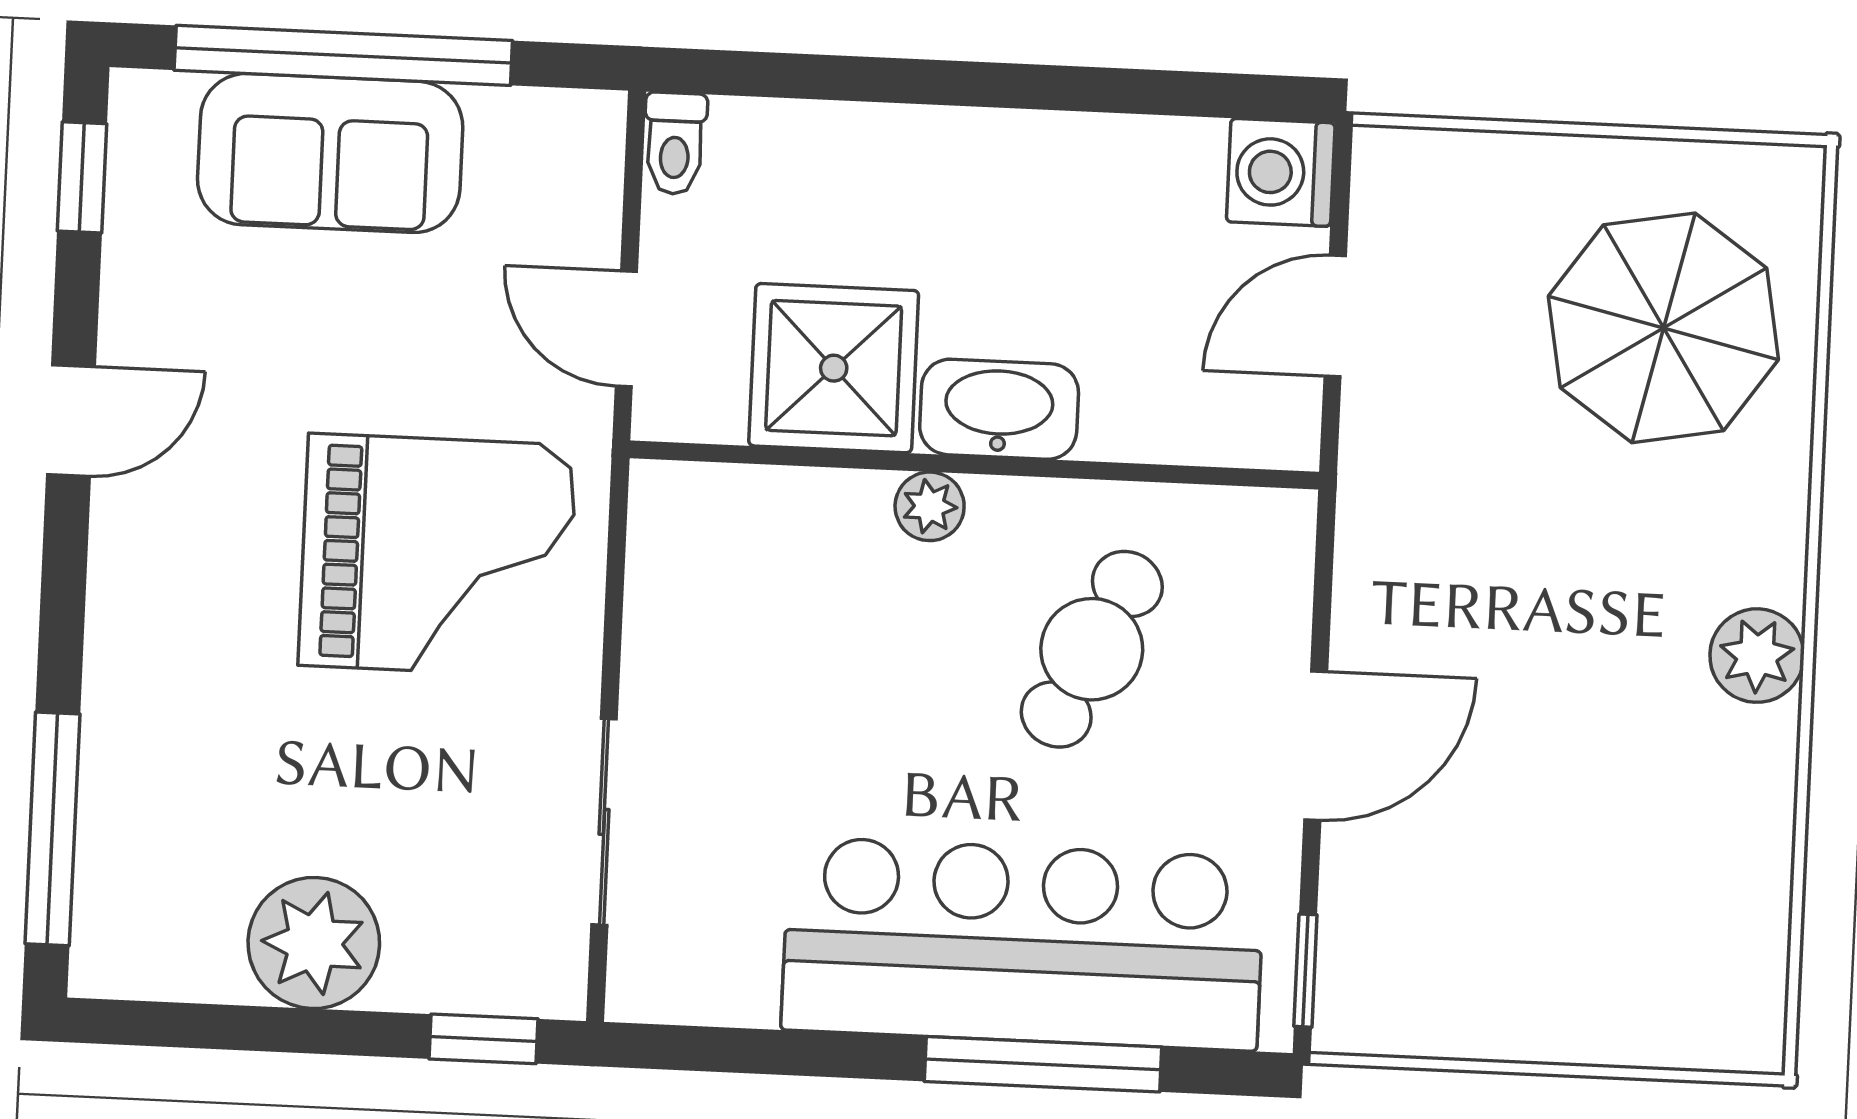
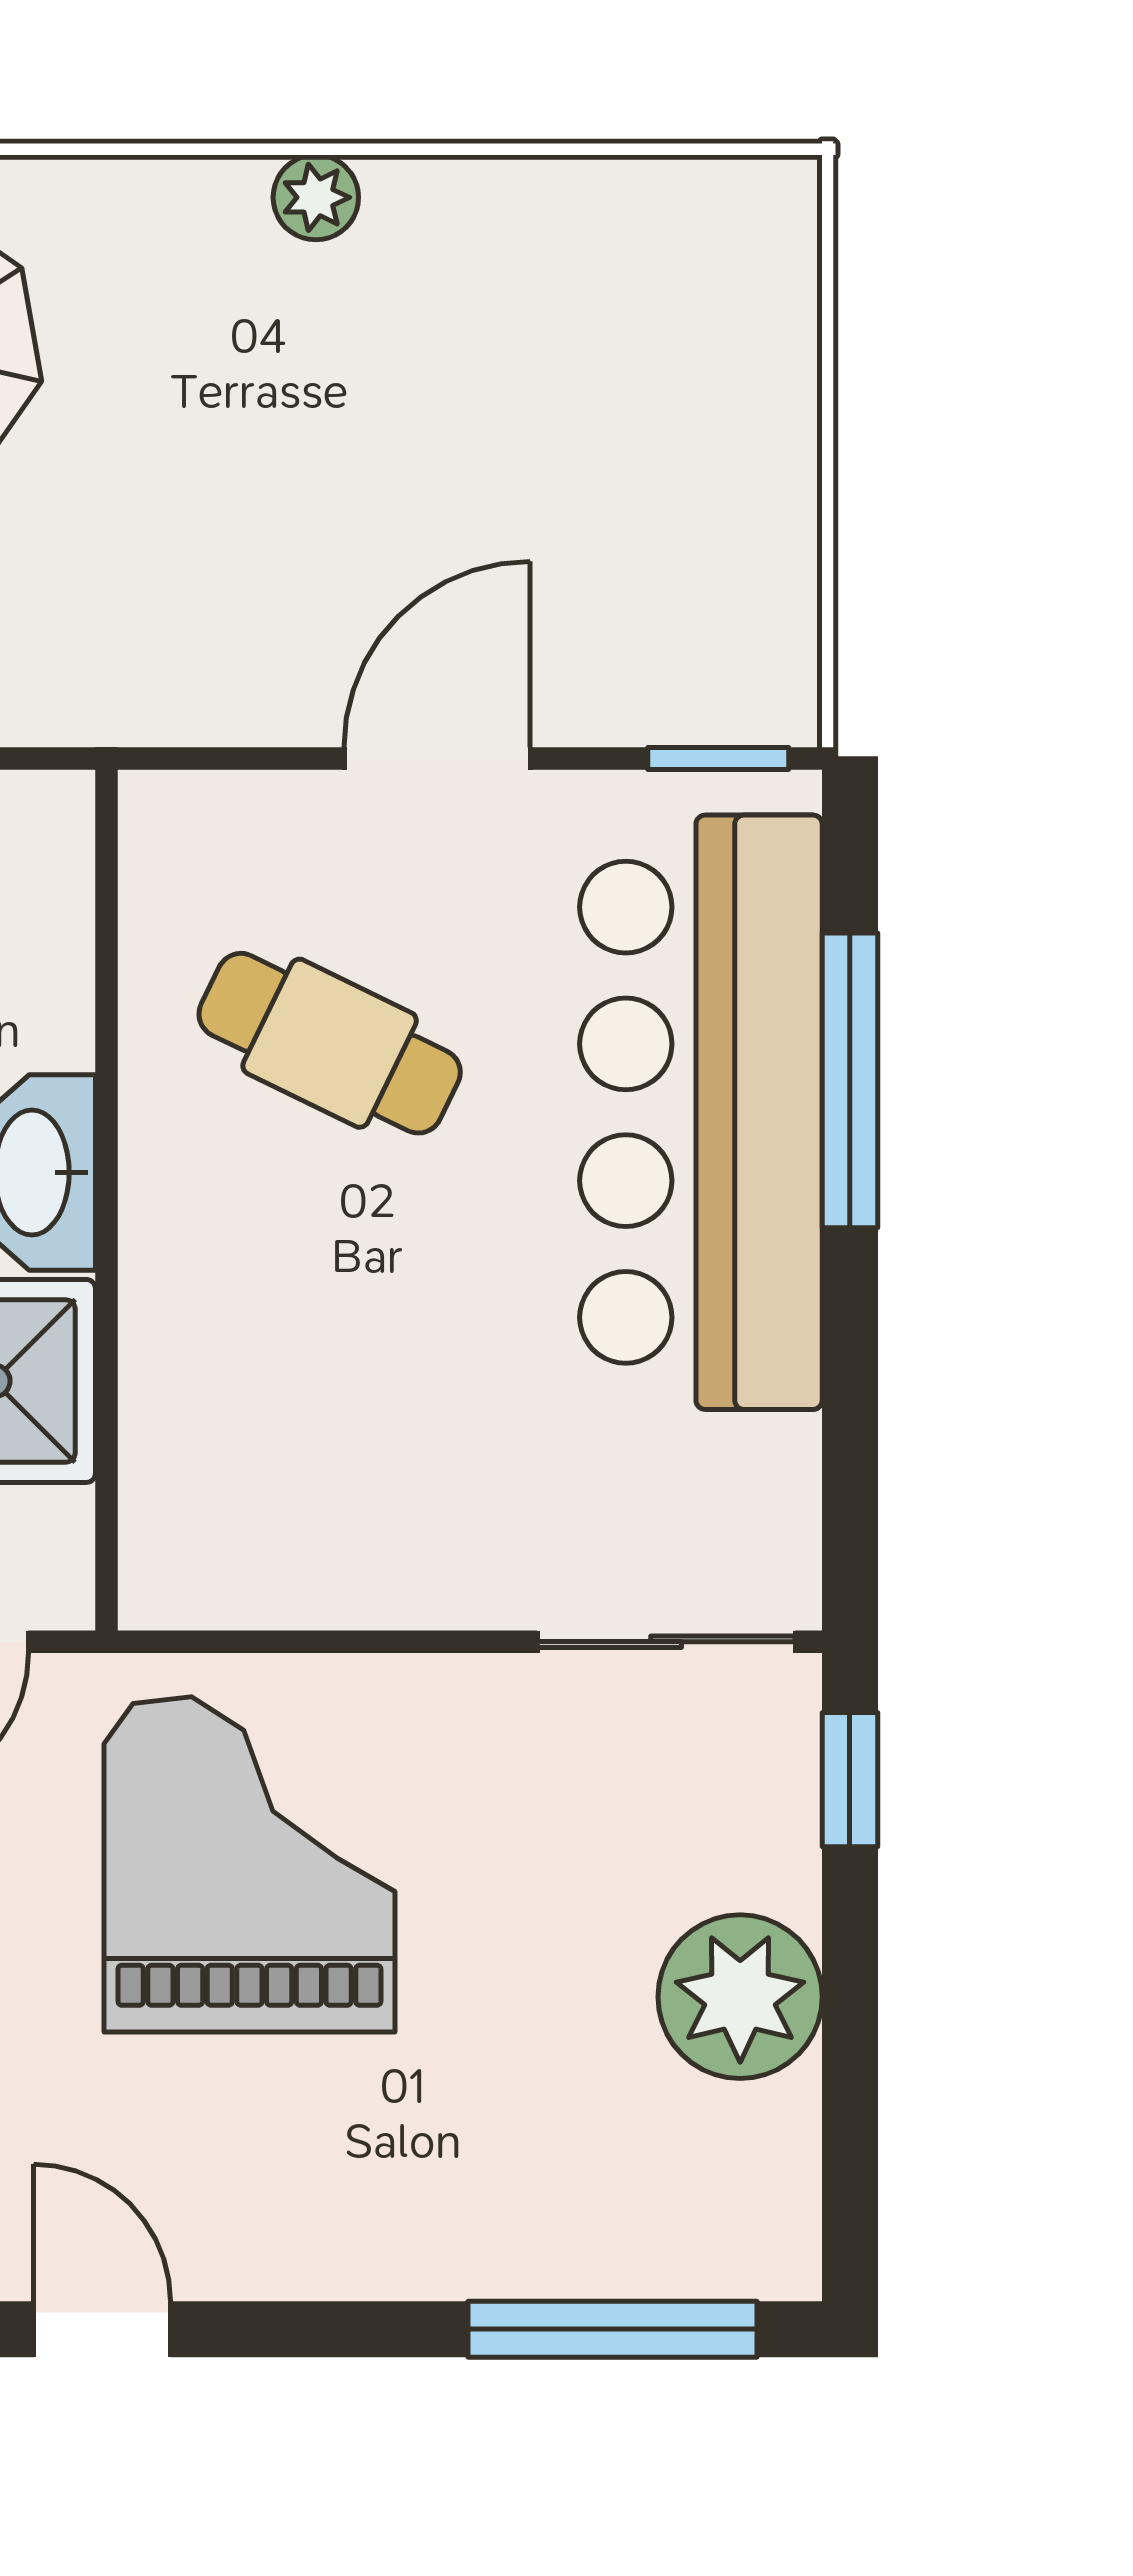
plant: (930, 506) -> (161, 1254), removed
plant: (1757, 656) -> (316, 197), width x0.73, depth x0.73
door: (1316, 746) -> (437, 758), hinge flipped
sliding door: (604, 822) -> (666, 1642), moved

